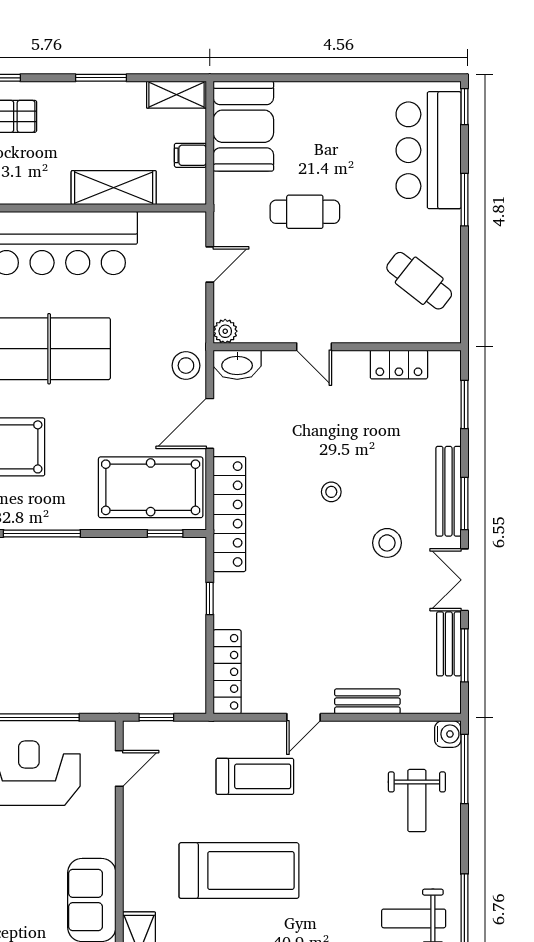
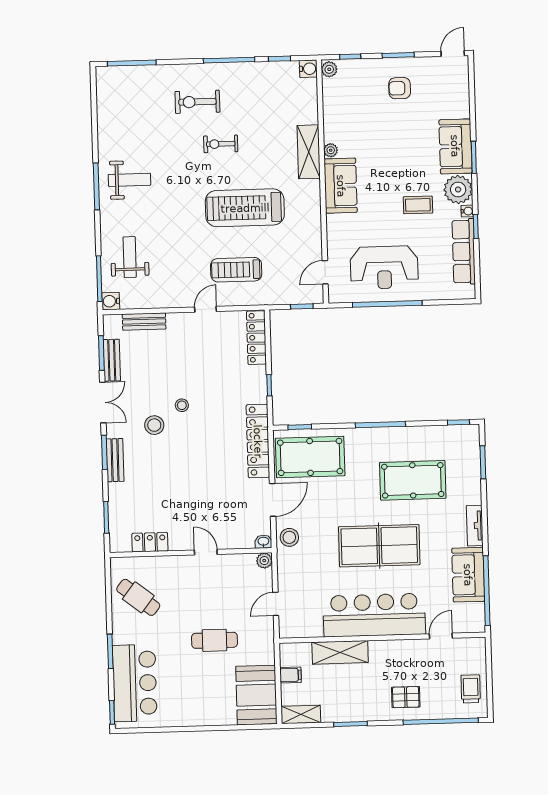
washbasin: (237, 365) -> (263, 542), width x0.52, depth x0.69
bench: (448, 491) -> (115, 460), width x0.73
stool: (331, 492) -> (182, 405), moved
bench: (367, 701) -> (144, 322), moved

